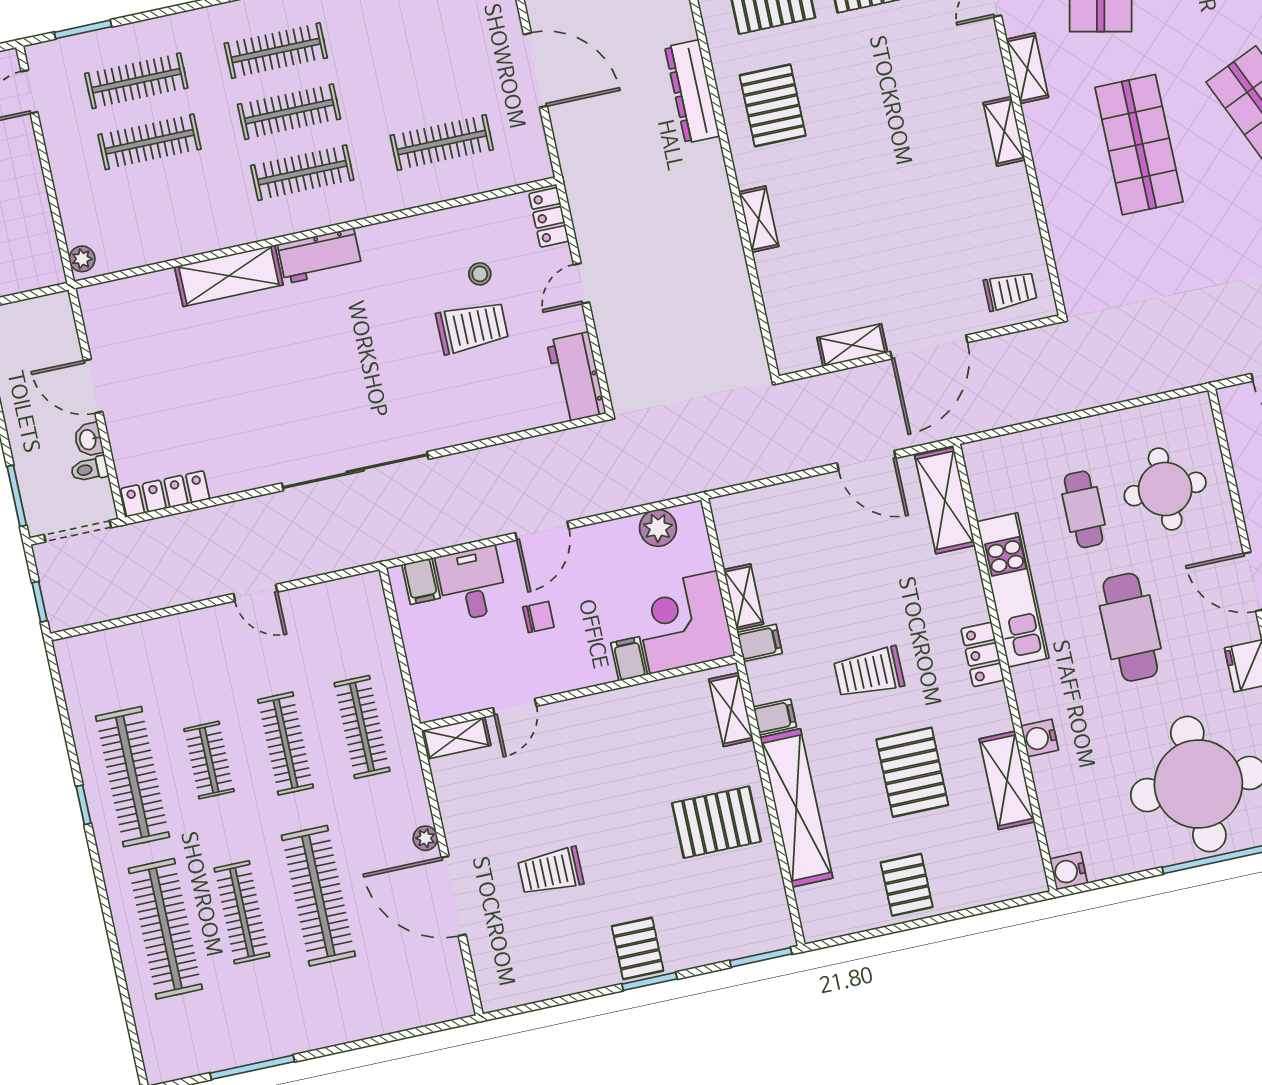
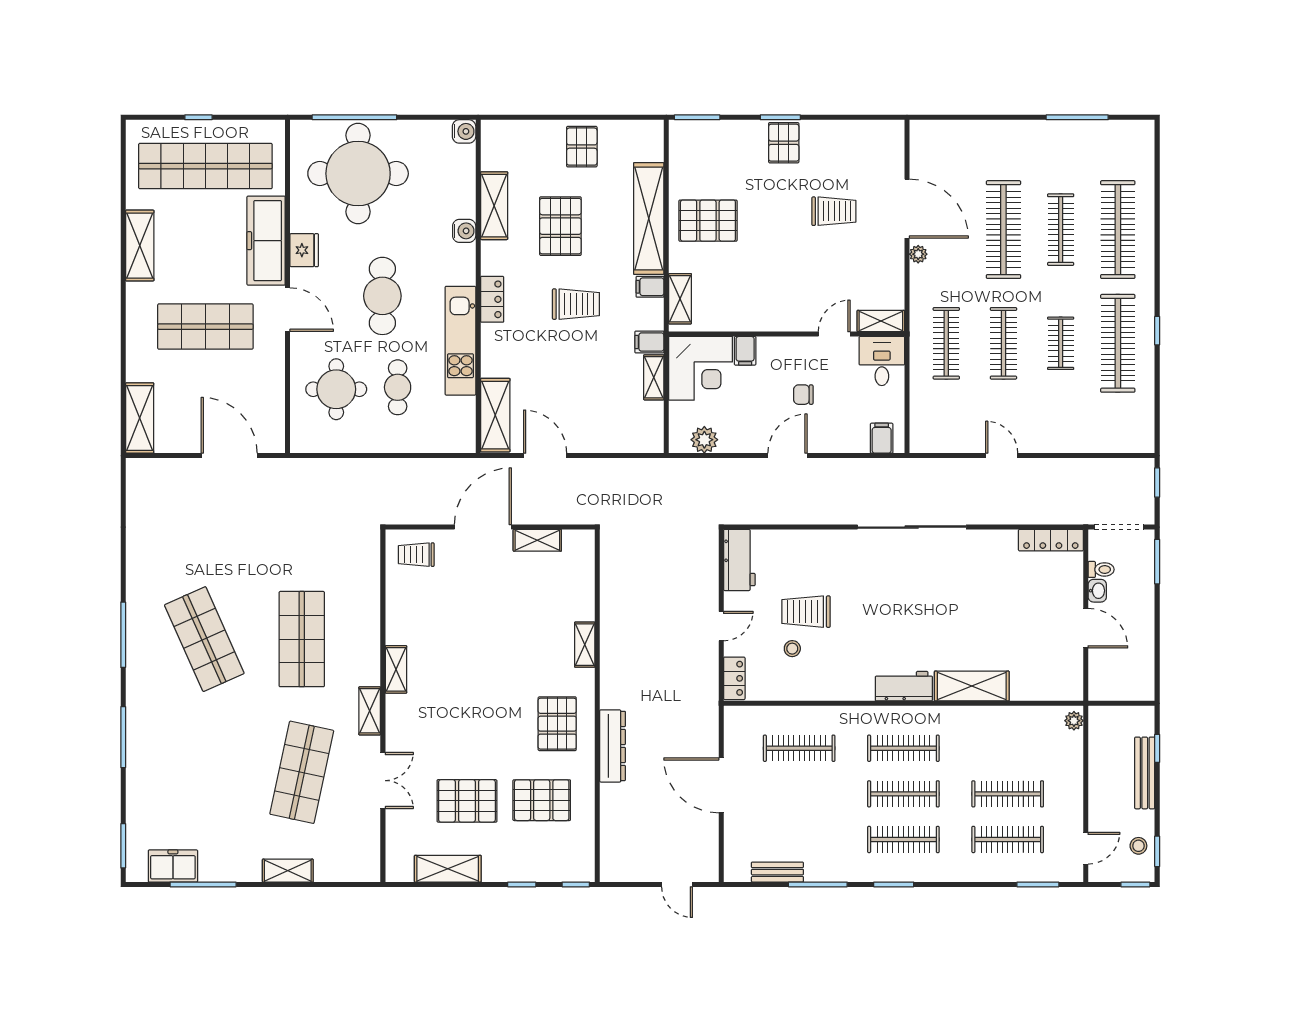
desk: (472, 584) -> (882, 361), moved, turned 180

